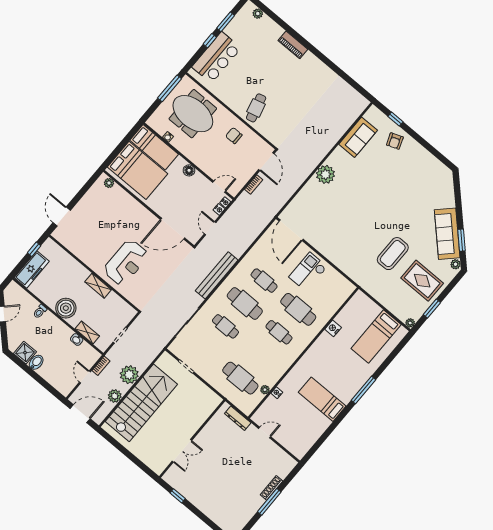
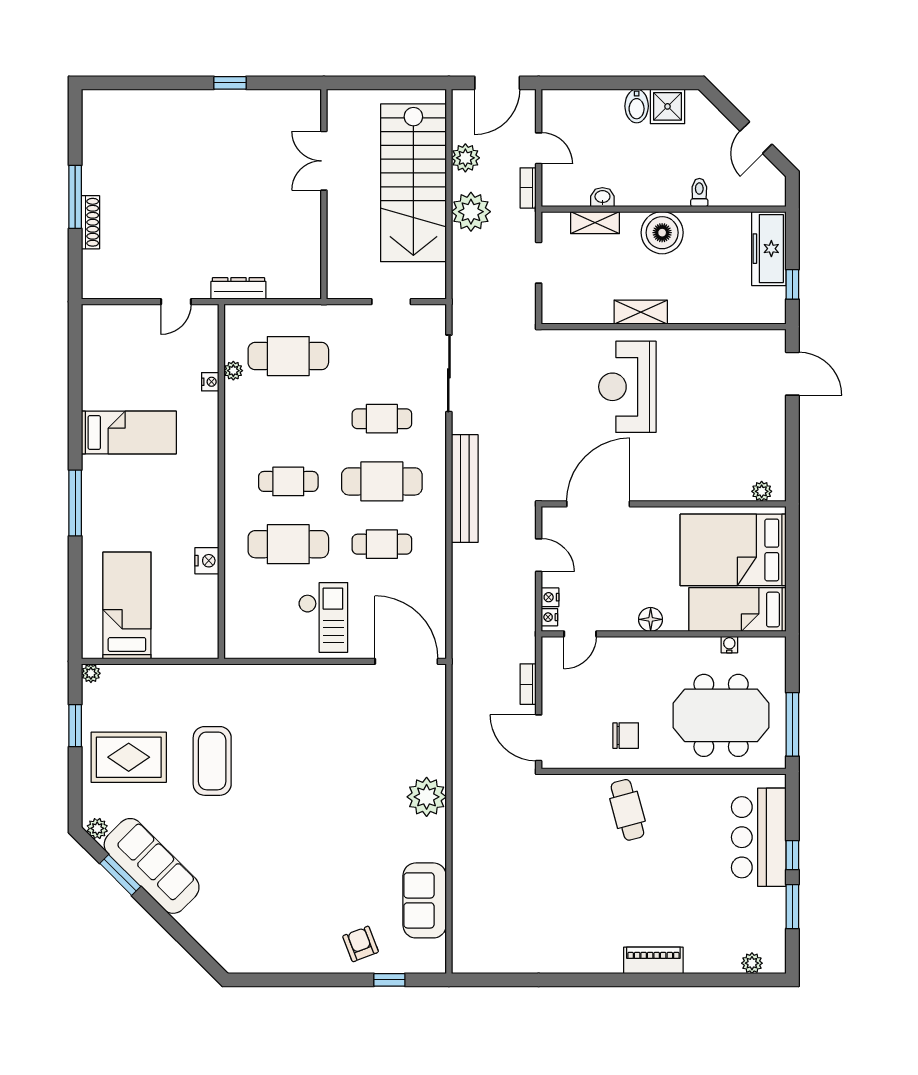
wall: (192, 439) -> (324, 194), moved
double door: (182, 451) -> (324, 161), moved

